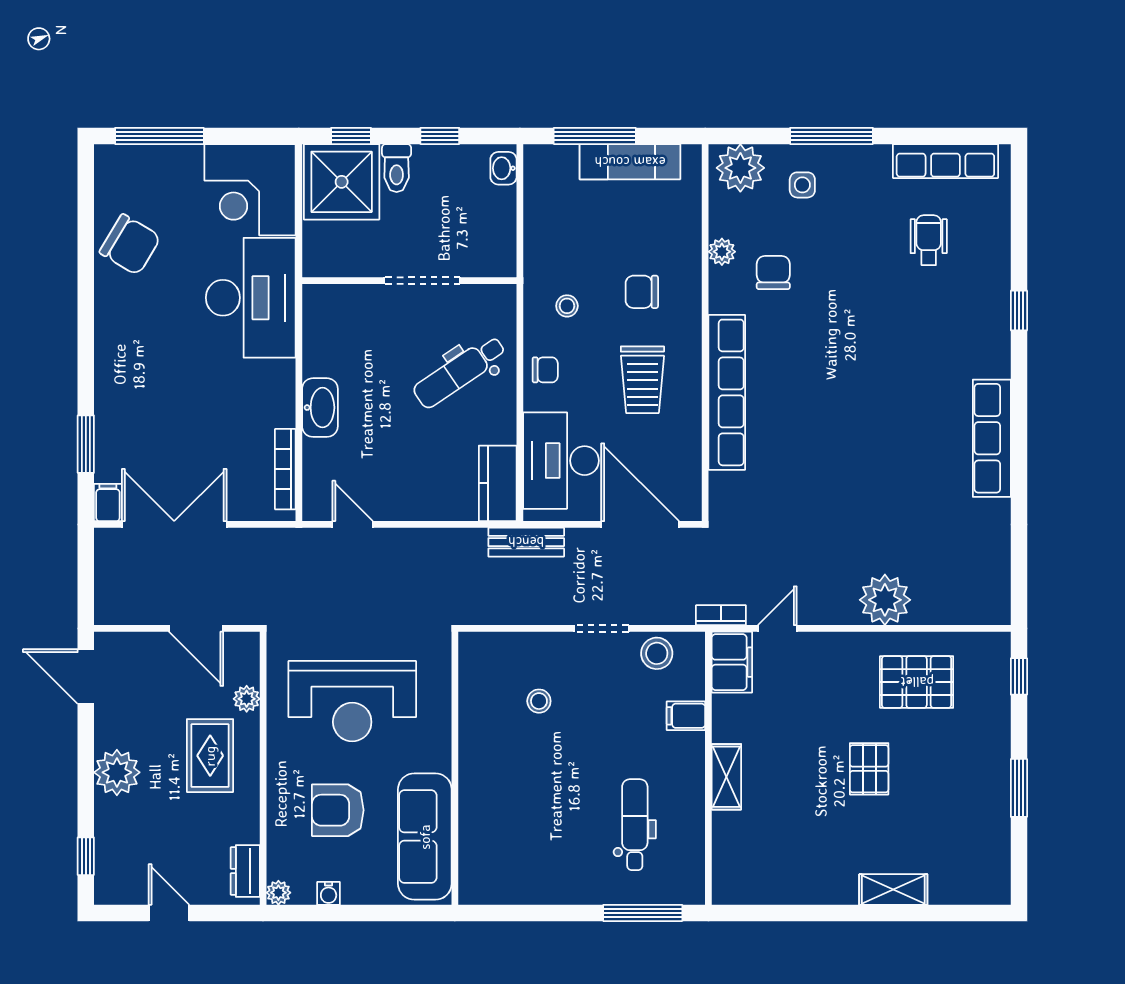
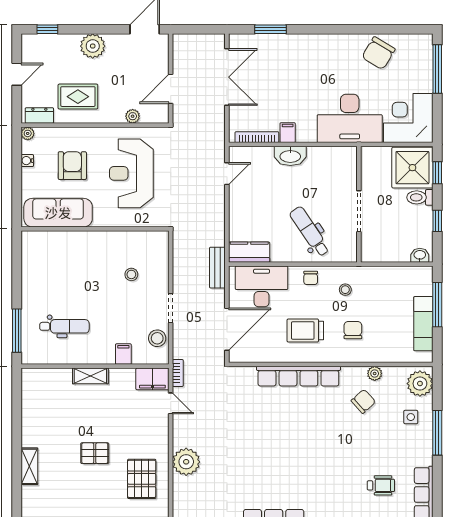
chair: (773, 273) -> (363, 401), turned -42
filing cabinet: (108, 503) -> (288, 133), moved, turned -90
rug: (210, 756) -> (78, 97), moved

